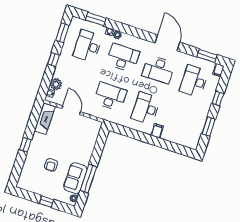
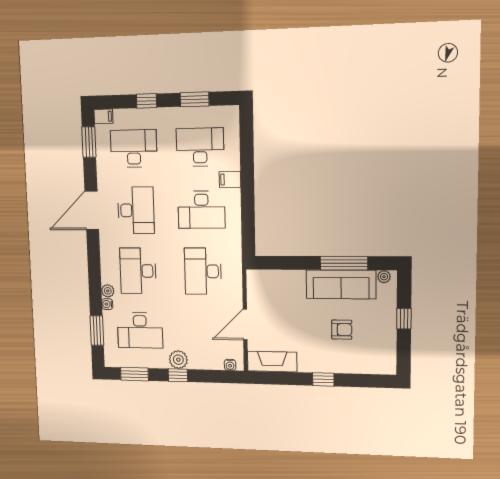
desk: (194, 81) -> (134, 149), turned 180
plant: (56, 84) -> (178, 360), moved
desk: (181, 120) -> (200, 147), added
sofa: (75, 178) -> (341, 284), width x1.36

